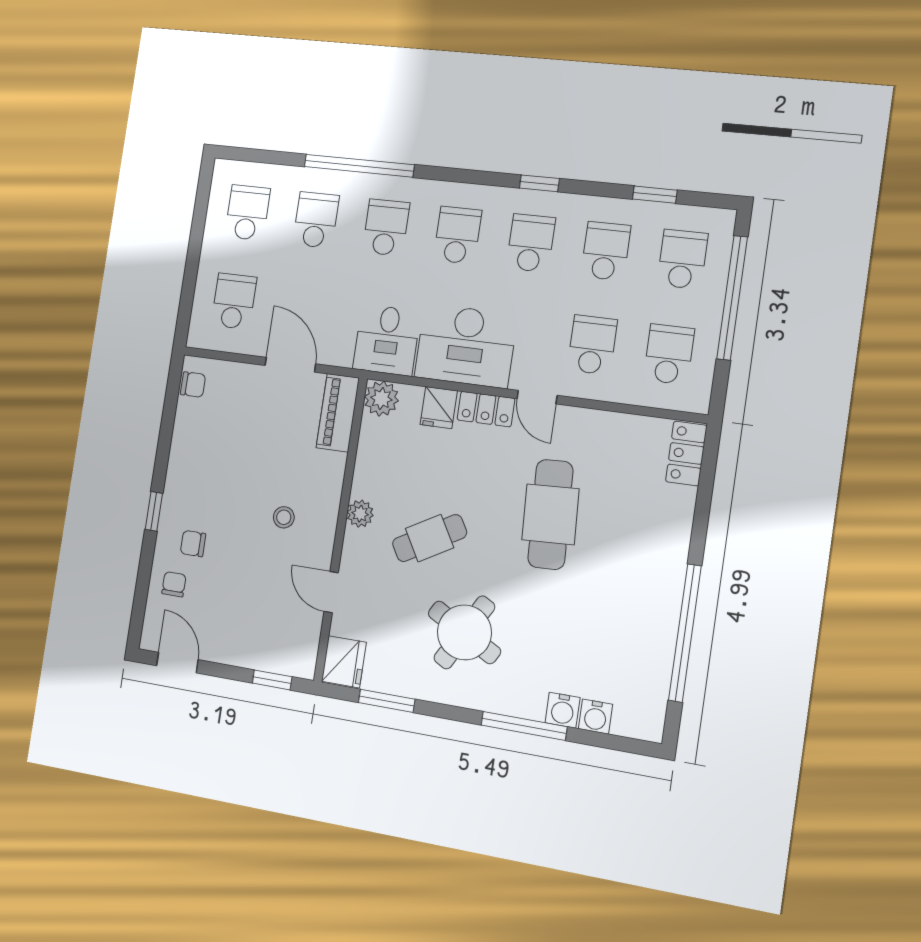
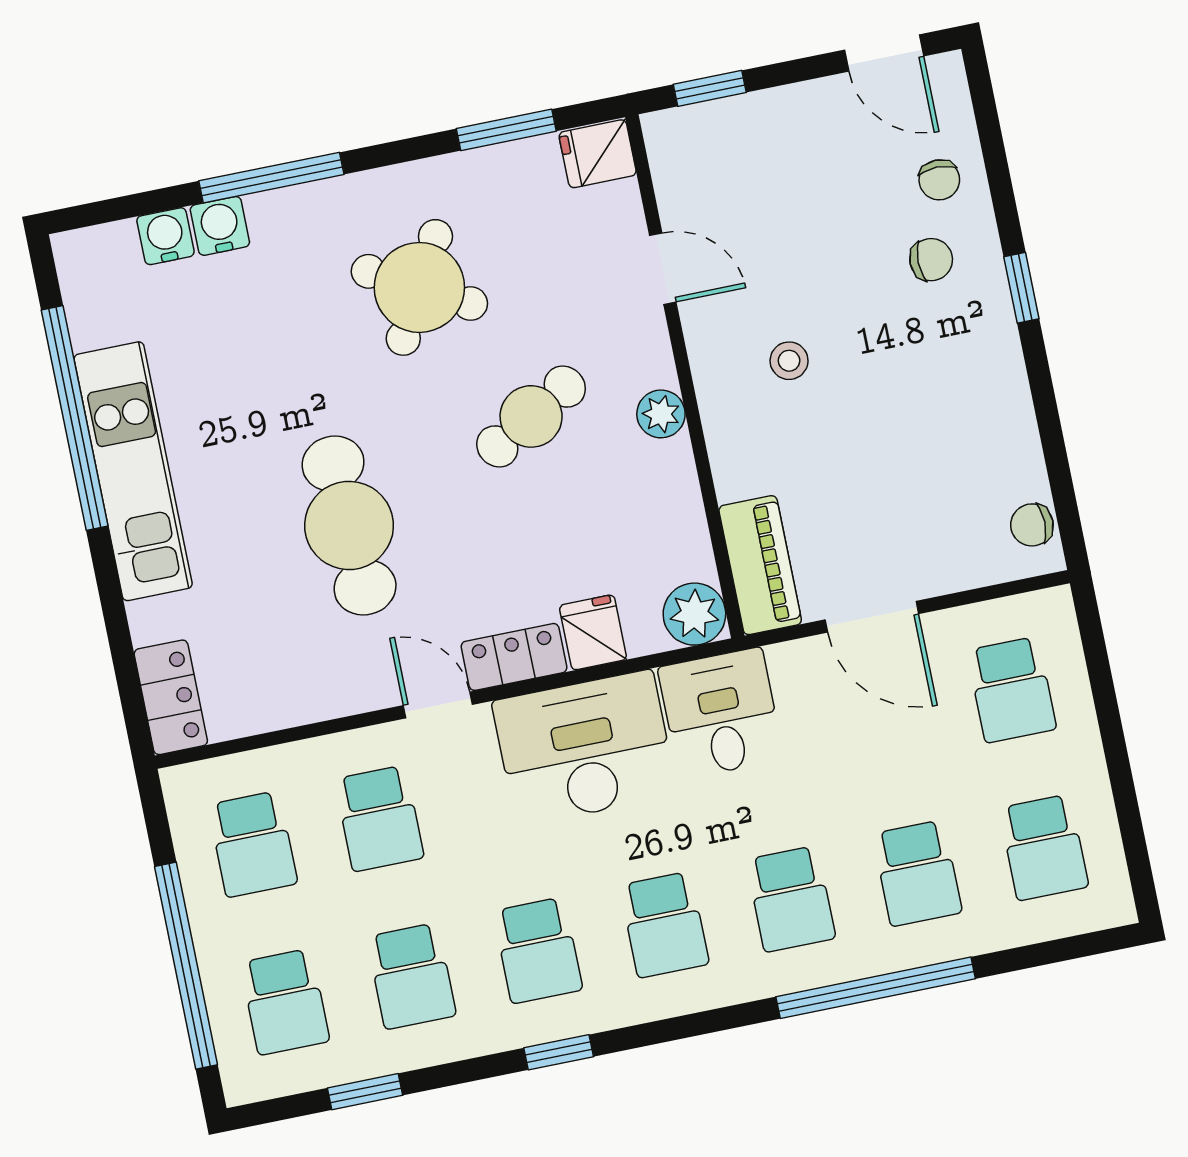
kitchen unit: (662, 590) -> (133, 471), added
fridge: (344, 662) -> (598, 154), width x0.72

